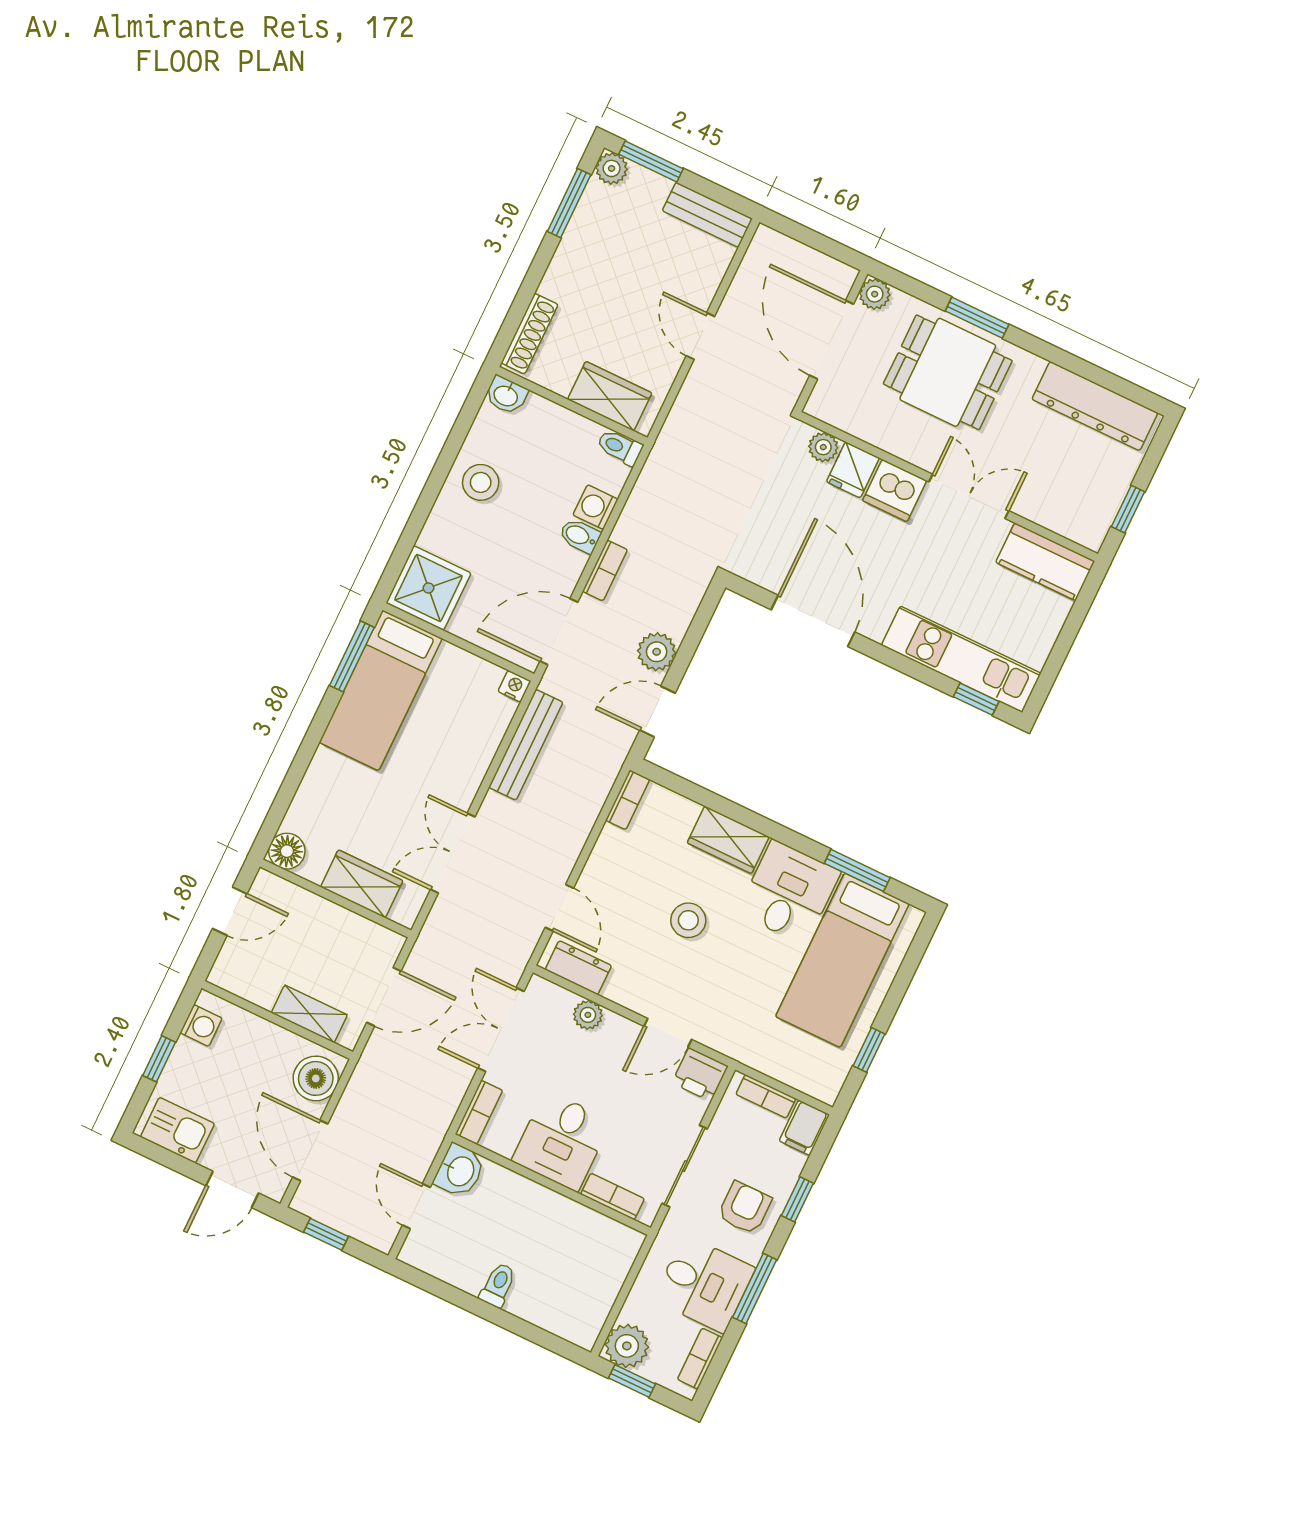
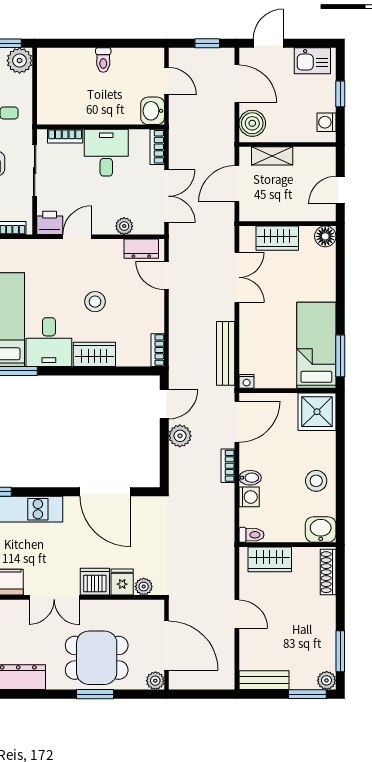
washbasin: (506, 395) -> (321, 530), width x1.38, depth x1.45

